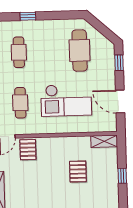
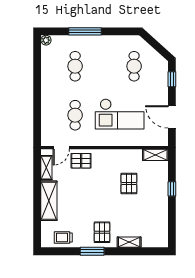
window: (28, 16) -> (85, 31), width x2.17
cafe table: (80, 50) -> (134, 66), width x0.73, depth x0.74
pallet: (28, 150) -> (81, 161), turned 90

